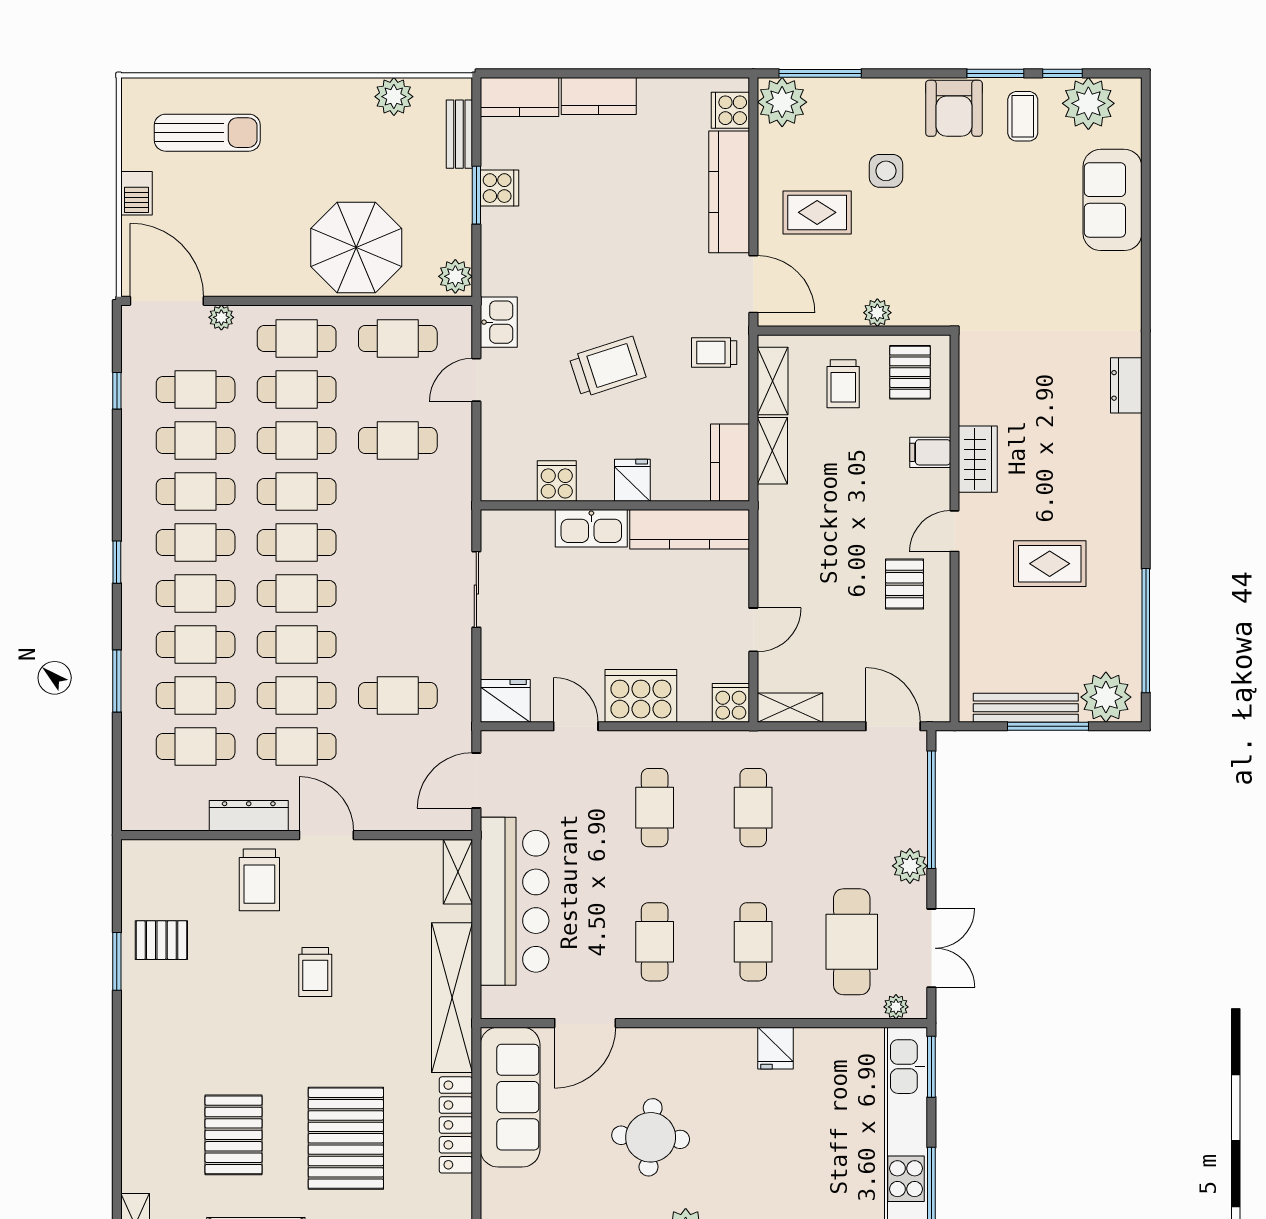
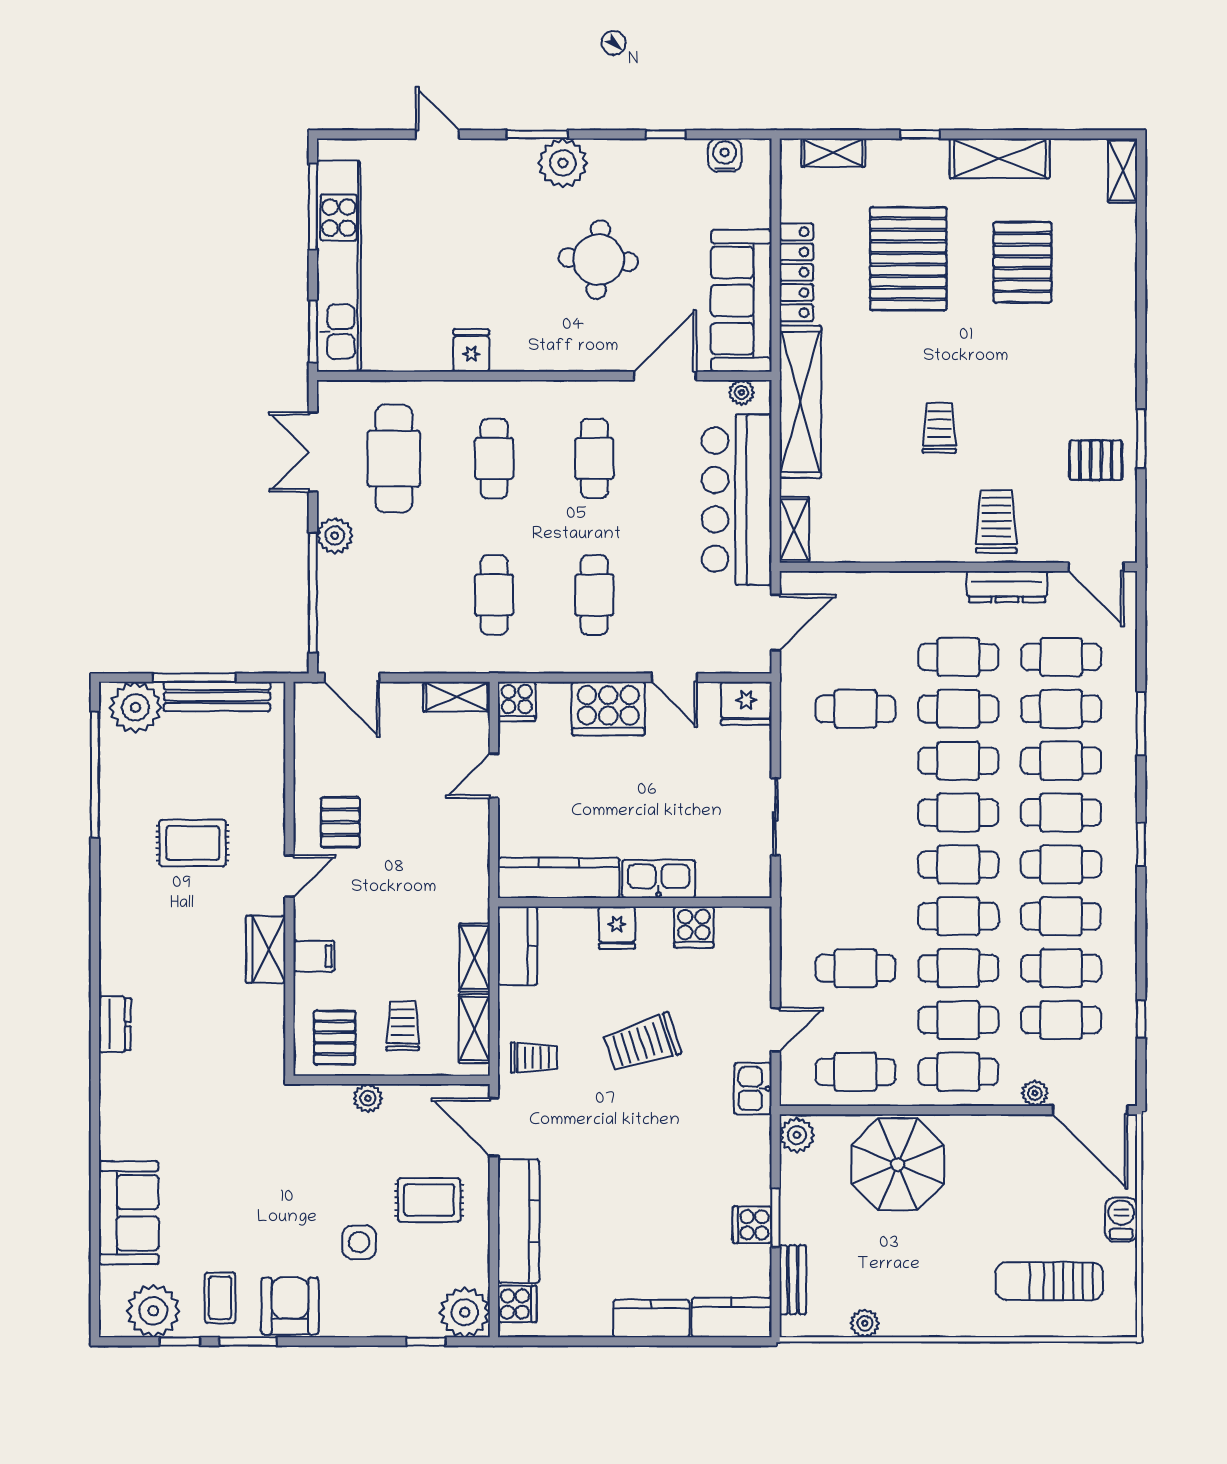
window: (820, 73) -> (426, 1341), width x0.46
plant: (394, 97) -> (865, 1323), width x0.73, depth x0.73
door: (326, 835) -> (1096, 567), moved
plant: (896, 1007) -> (741, 392), moved

